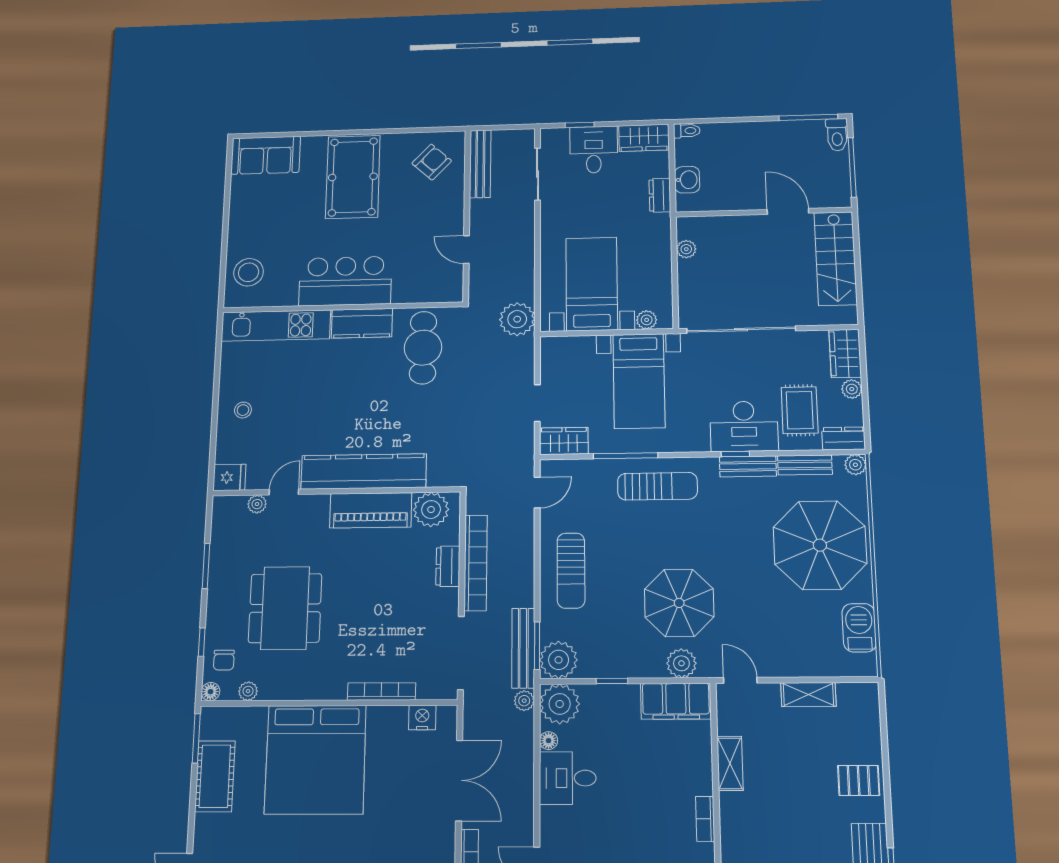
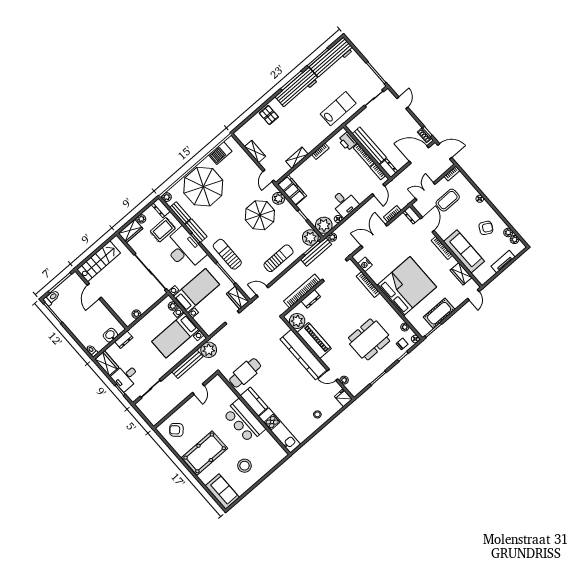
bench: (480, 164) -> (187, 364), moved
stool: (249, 272) -> (245, 466), moved
desk: (744, 426) -> (184, 249), width x1.36, depth x1.30

